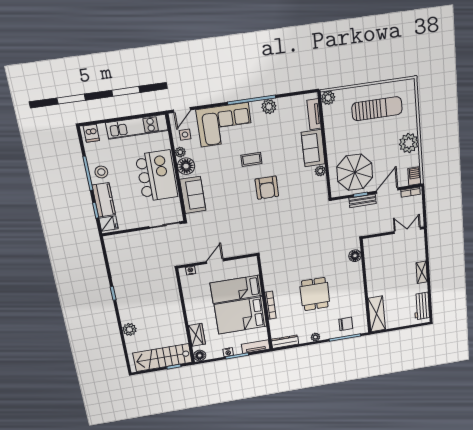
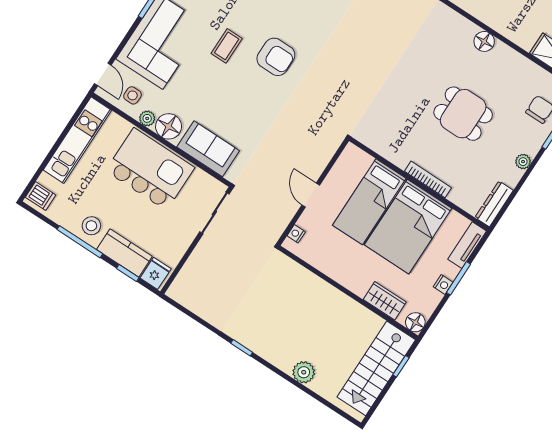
floor lamp: (355, 256) -> (484, 41), moved

